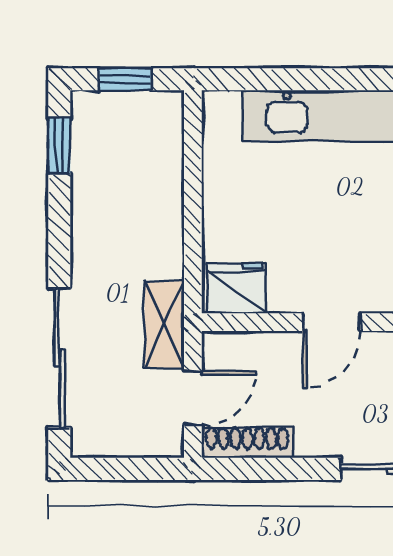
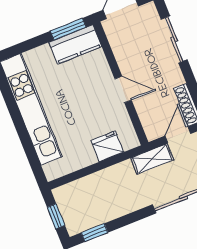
fridge: (237, 288) -> (107, 146), moved, turned 90
door: (193, 398) -> (178, 135), hinge flipped

